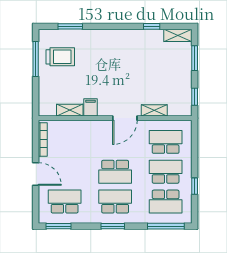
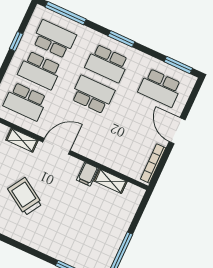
trolley: (60, 57) -> (25, 197), moved, turned 32

